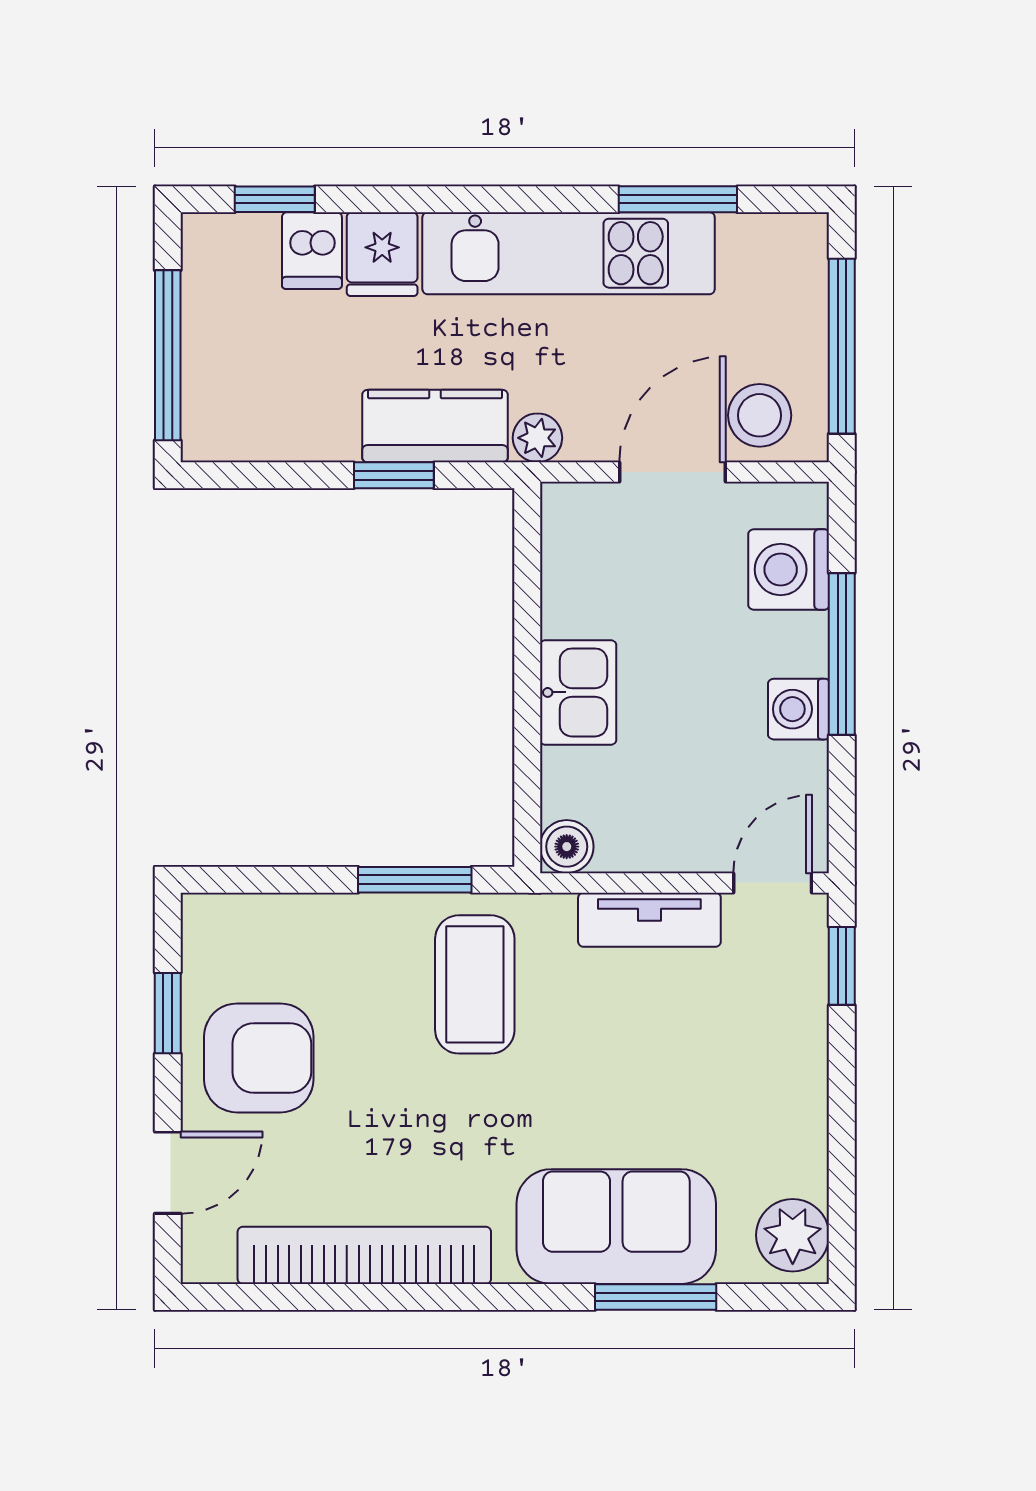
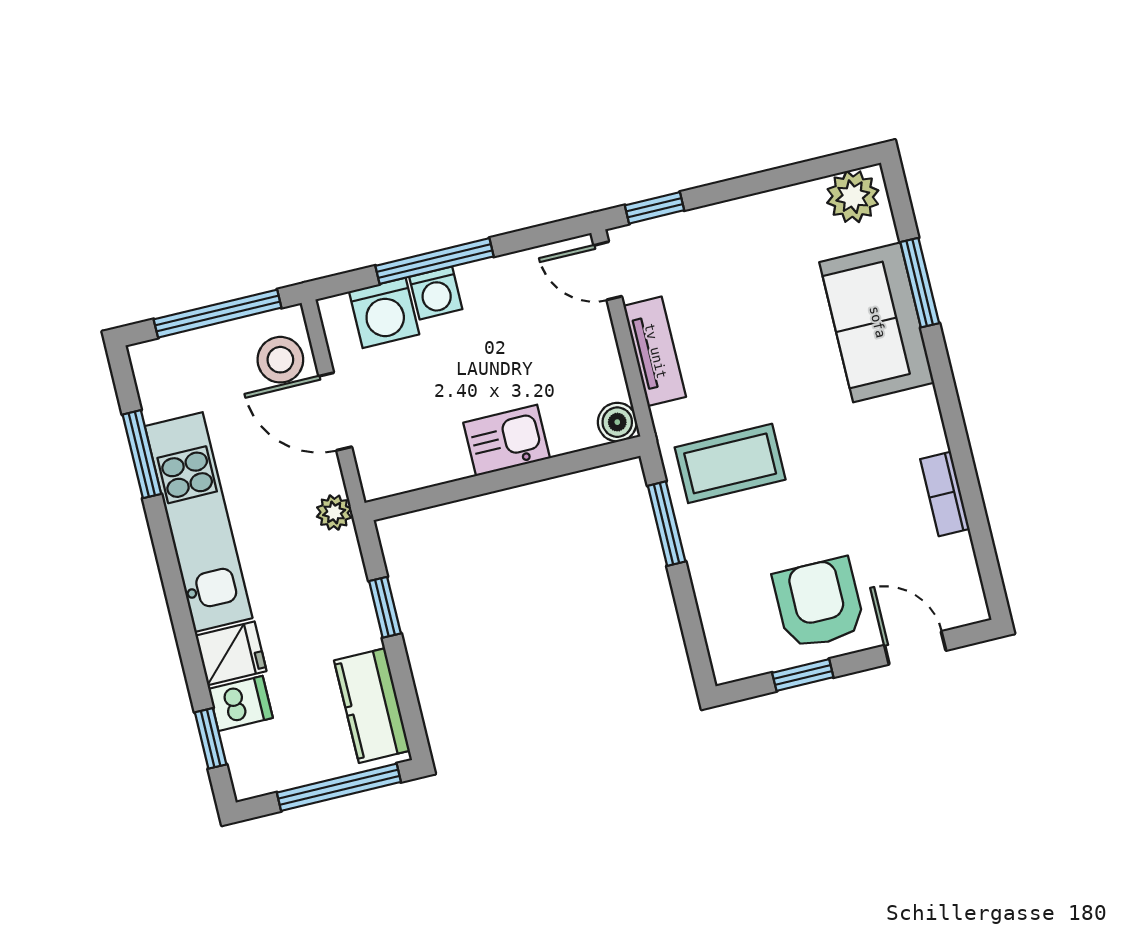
kitchen counter: (435, 426) -> (372, 706), moved
washing machine: (799, 709) -> (436, 293), moved
bookcase: (364, 1255) -> (945, 494), width x0.43, depth x0.76

